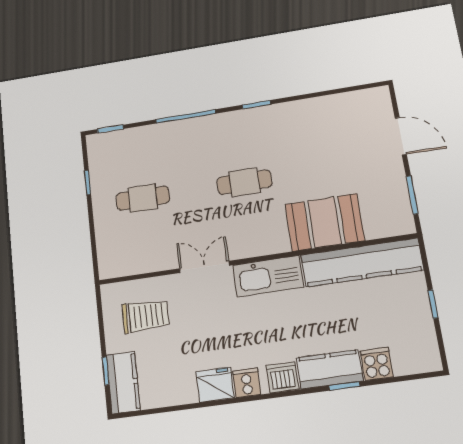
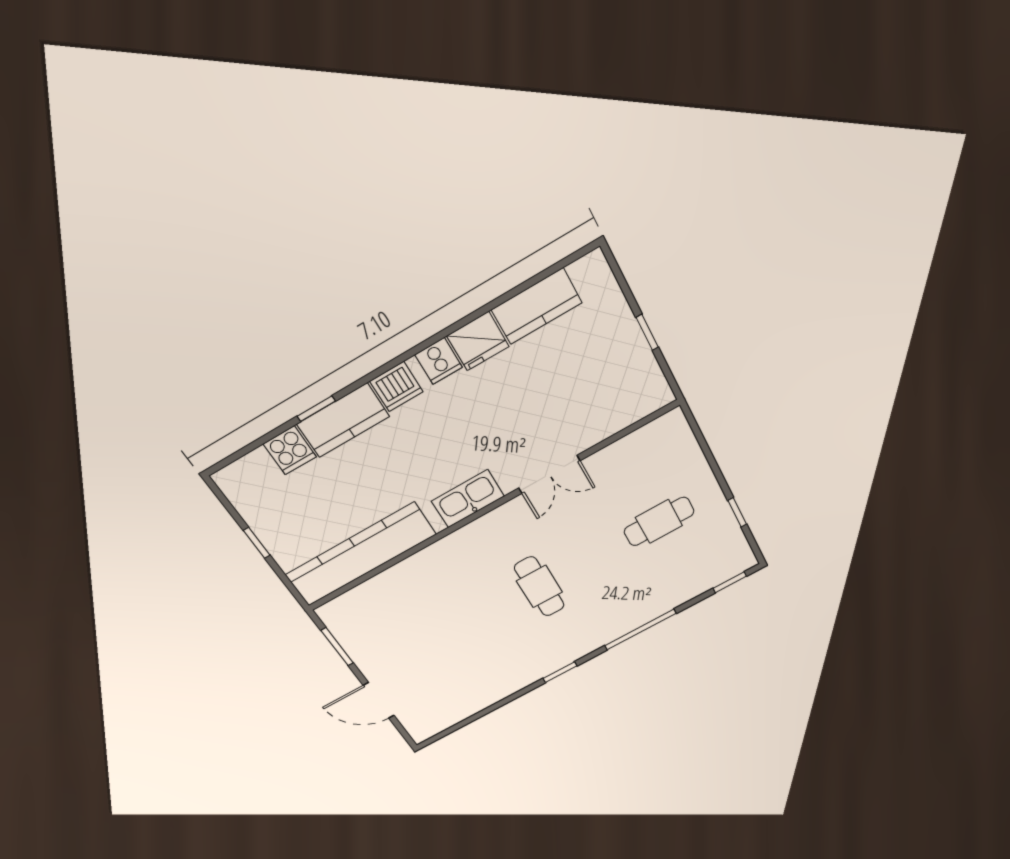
cafe table: (244, 182) -> (539, 586), turned 90
booth: (325, 222) -> (424, 580), removed
kitchen sink: (268, 276) -> (468, 499), width x0.73, depth x0.81
trolley: (146, 316) -> (602, 387), removed
window: (106, 371) -> (647, 332), moved
kitchen counter: (123, 383) -> (537, 306), moved, turned -90

